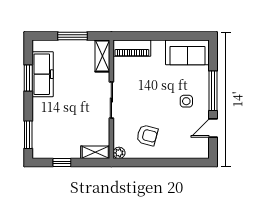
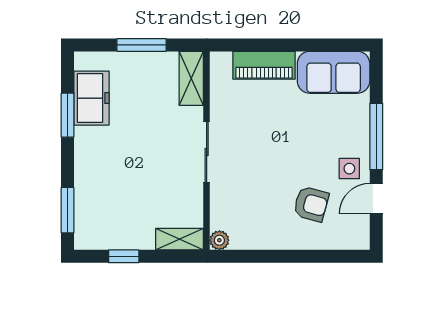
piano: (132, 48) -> (264, 65), moved
freezer: (43, 74) -> (92, 98), width x0.71
side table: (186, 101) -> (349, 169), moved
armchair: (147, 135) -> (311, 204), moved

